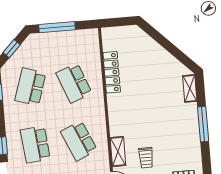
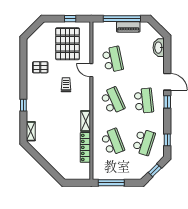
window: (57, 27) -> (111, 183), moved
window: (203, 124) -> (23, 105), width x0.46
shelving: (118, 151) -> (86, 121), moved

